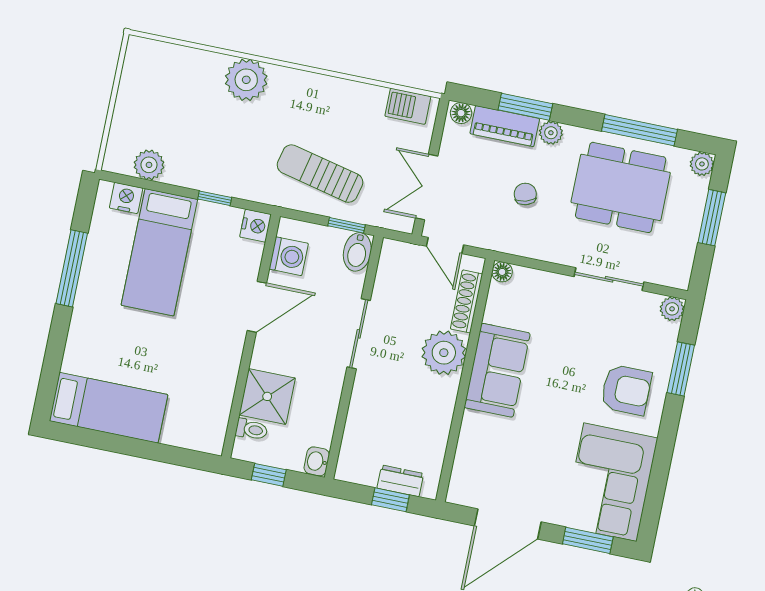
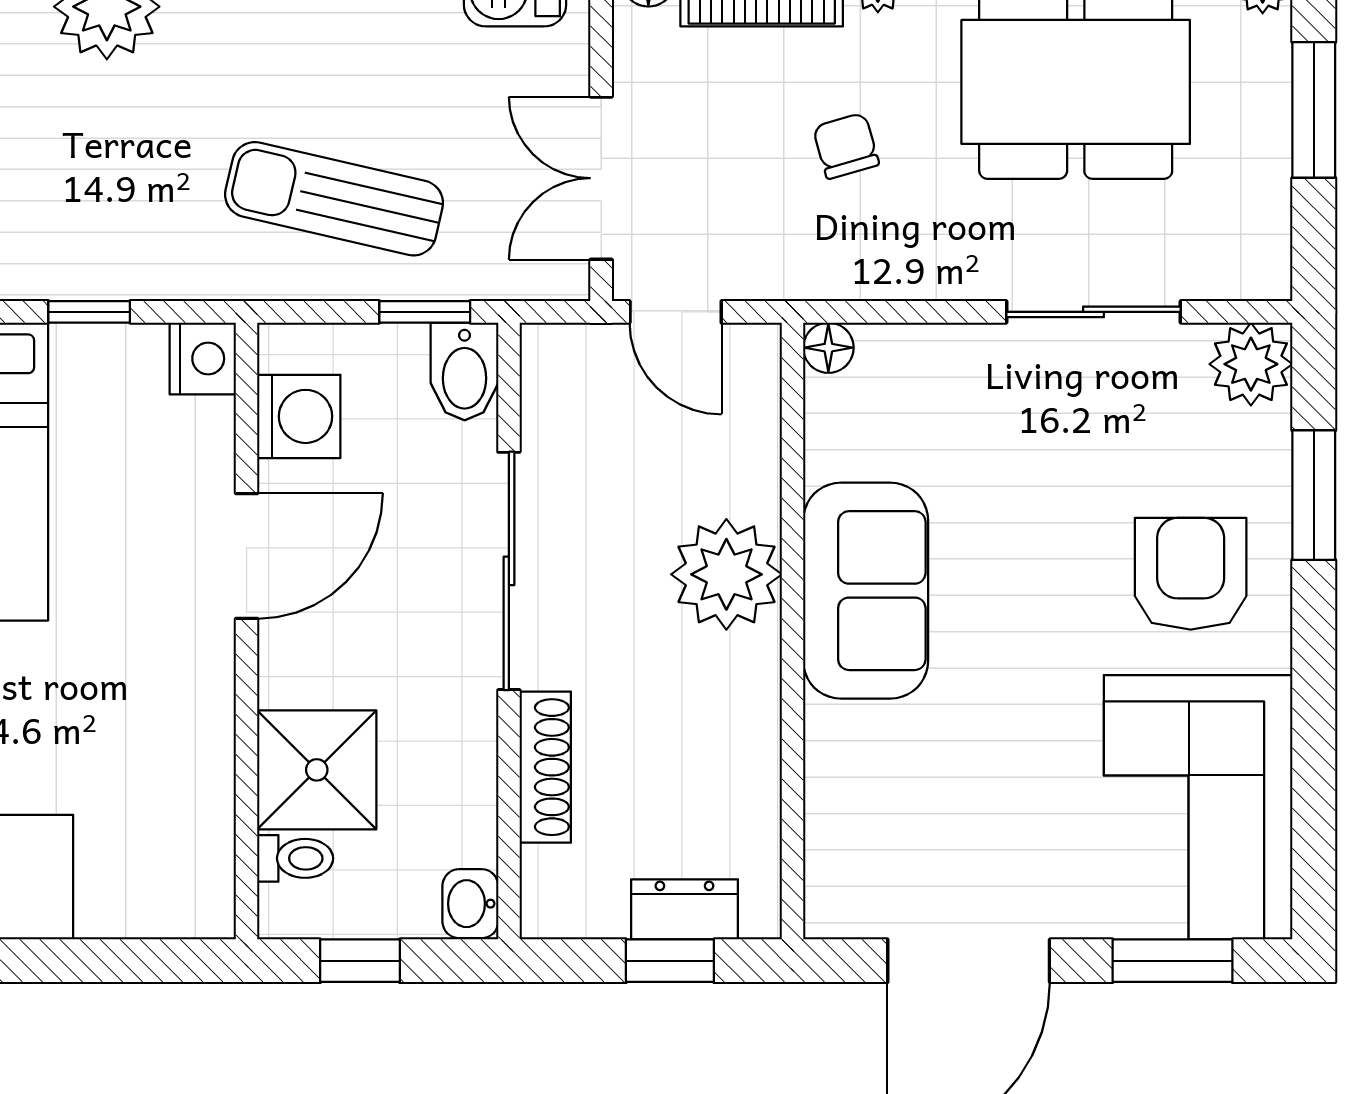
shoe rack: (467, 301) -> (545, 767), moved, turned 180
plant: (672, 309) -> (1251, 364), width x1.38, depth x1.38
sliding door: (359, 334) -> (509, 571), width x1.37
armchair: (626, 390) -> (1191, 574), turned -90

